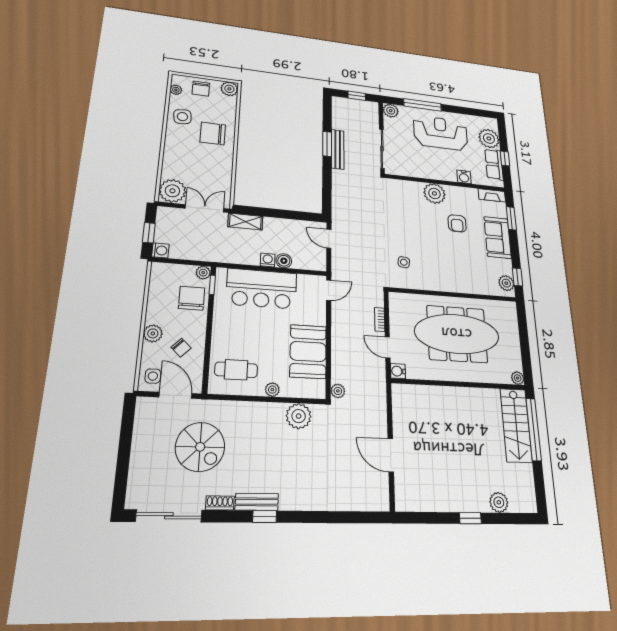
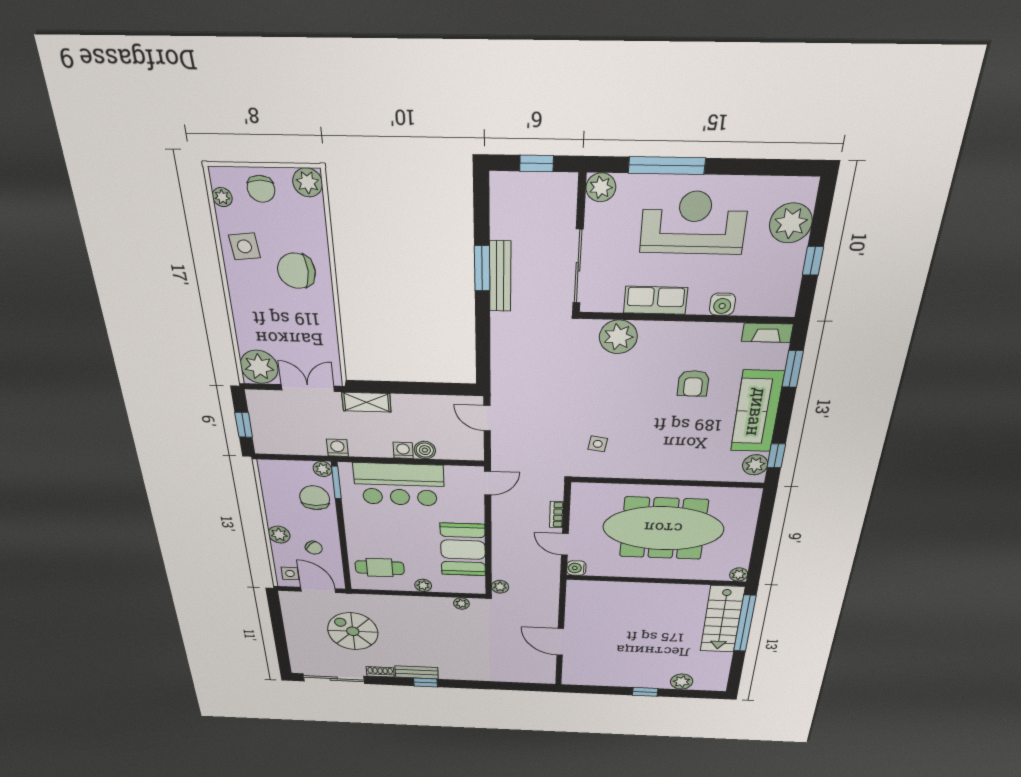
row of seats: (494, 164) -> (656, 300), moved, turned 90
plant: (434, 193) -> (618, 337), moved
sofa: (498, 237) -> (757, 412), width x1.36
washing machine: (160, 250) -> (338, 448), moved, turned -90
window: (212, 285) -> (336, 482), width x1.50
plant: (299, 416) -> (461, 604), width x0.53, depth x0.53
spiral stairs: (200, 447) -> (353, 631), turned 180

